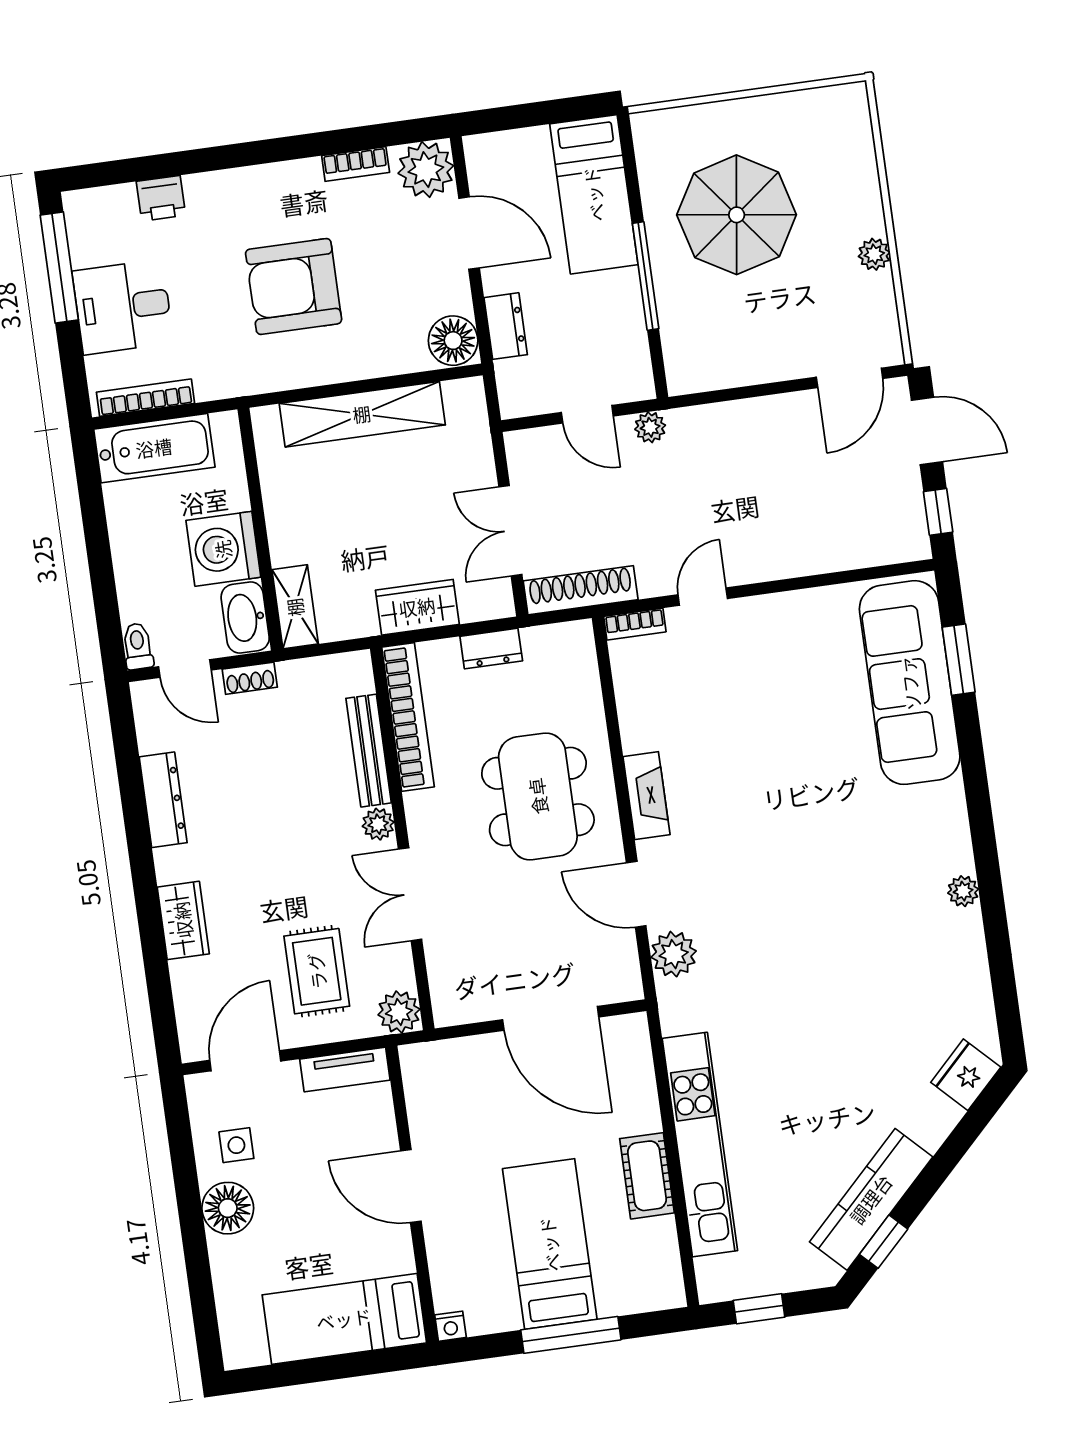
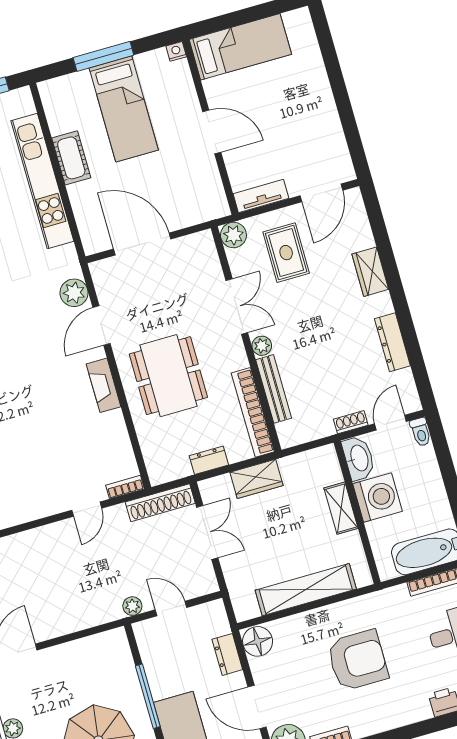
shelving: (295, 607) -> (341, 508), moved
door: (185, 668) -> (390, 423), hinge flipped
door: (636, 894) -> (101, 325), swing flipped
side table: (236, 1145) -> (320, 142), removed
floor lamp: (228, 1208) -> (319, 103), removed

